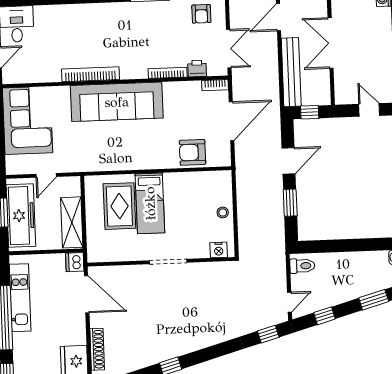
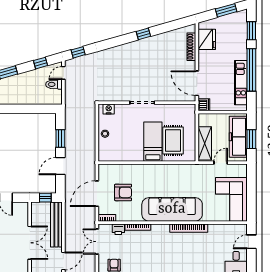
armchair: (193, 152) -> (123, 192), moved
shelving: (72, 222) -> (205, 143), moved
toilet: (302, 266) -> (54, 84), moved

